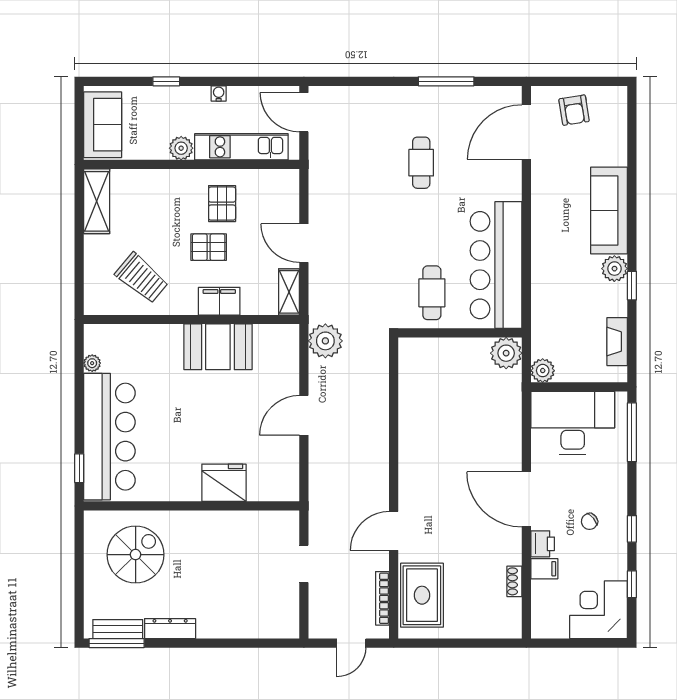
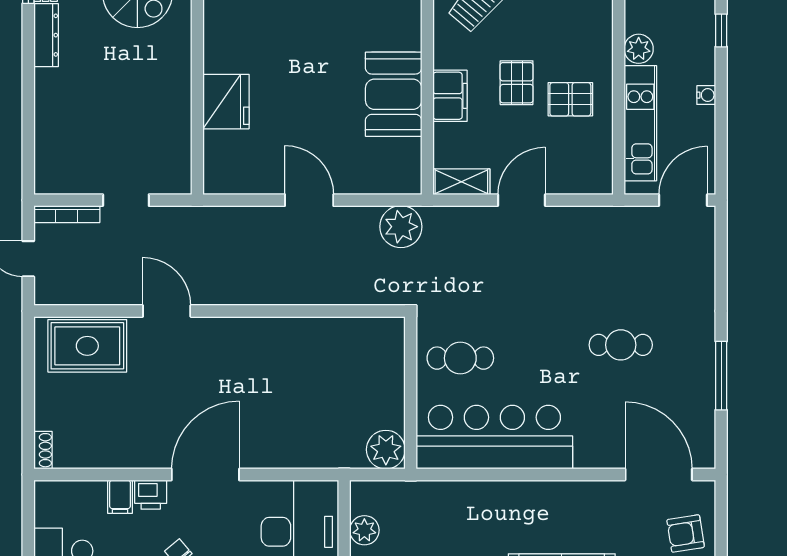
plant: (543, 371) -> (364, 530), moved
shoe rack: (514, 581) -> (43, 450), moved, turned 90
bookcase: (382, 598) -> (67, 214), moved, turned 180

